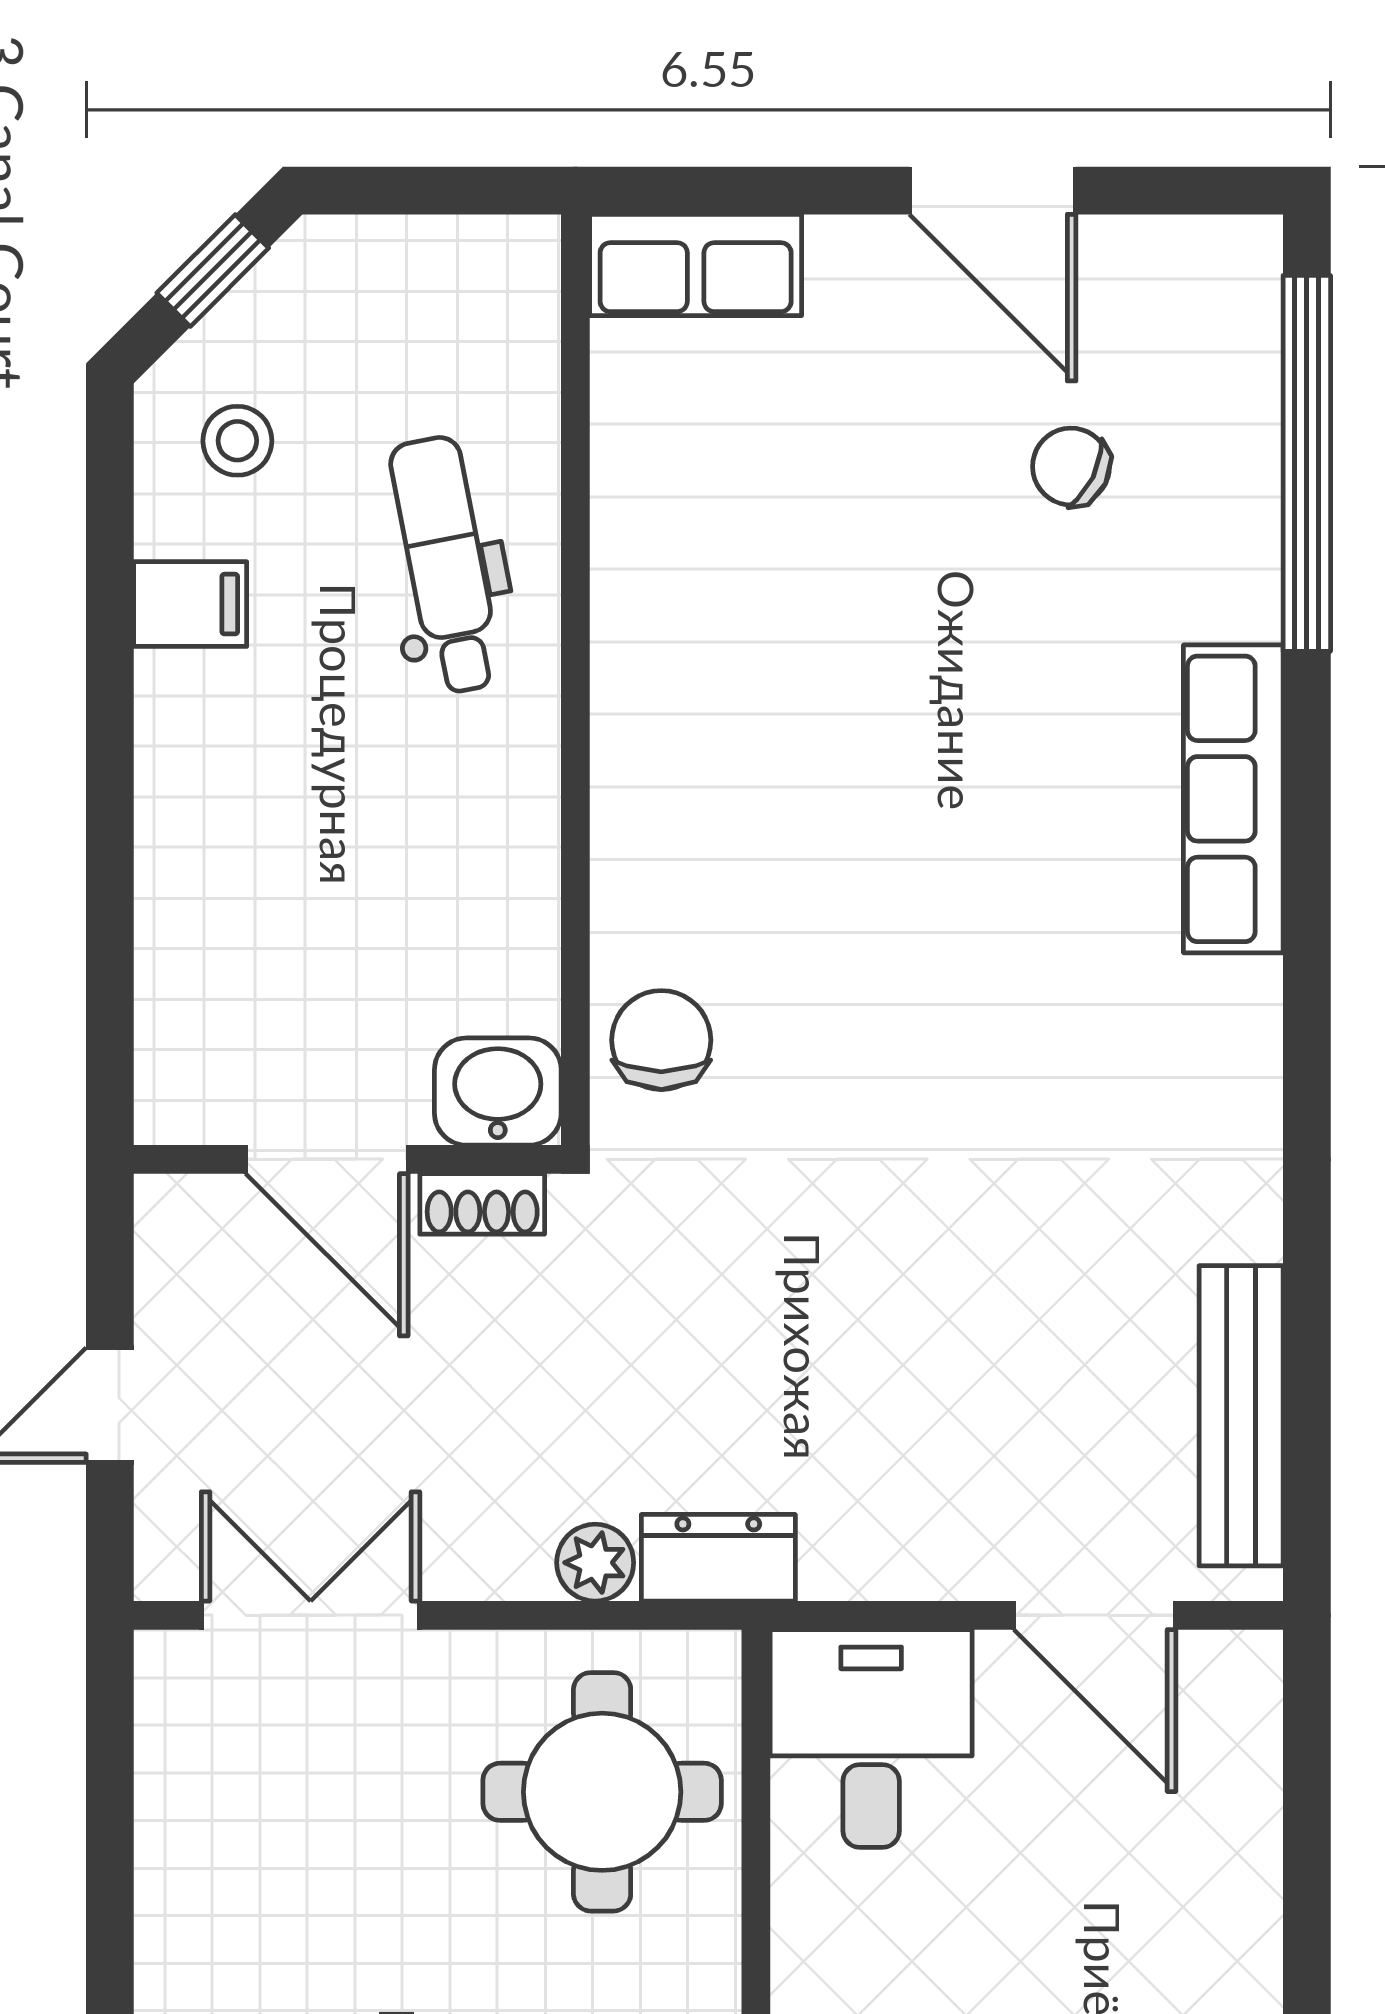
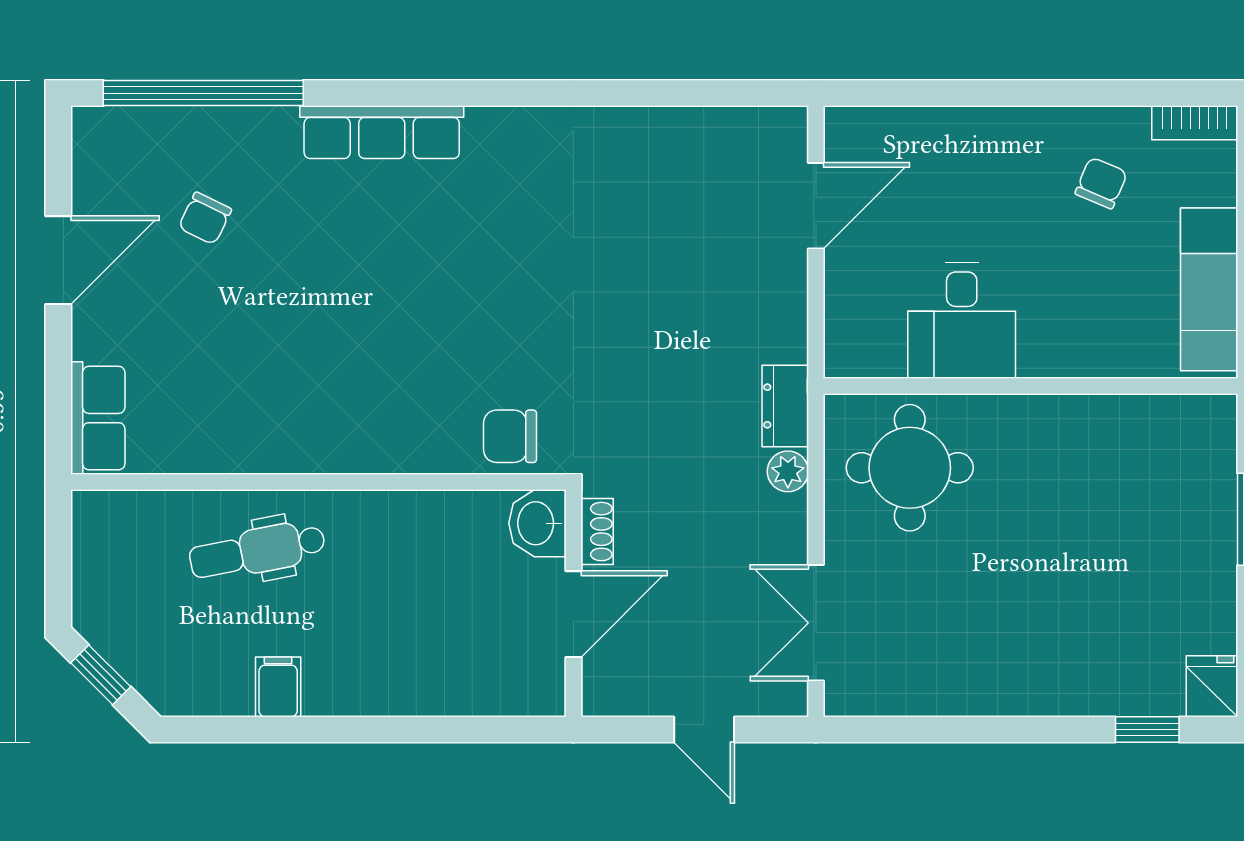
stool: (237, 441) -> (191, 662), removed
bench: (1241, 1416) -> (710, 128), removed
desk: (871, 1739) -> (962, 320), moved, turned -90

